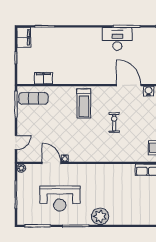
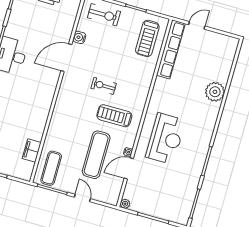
treadmill: (84, 103) -> (114, 116), moved, turned 180
exercise mat: (55, 133) -> (96, 155), added
door: (16, 143) -> (82, 198), moved
reception desk: (60, 199) -> (166, 139), moved
plant: (100, 216) -> (215, 92), moved

